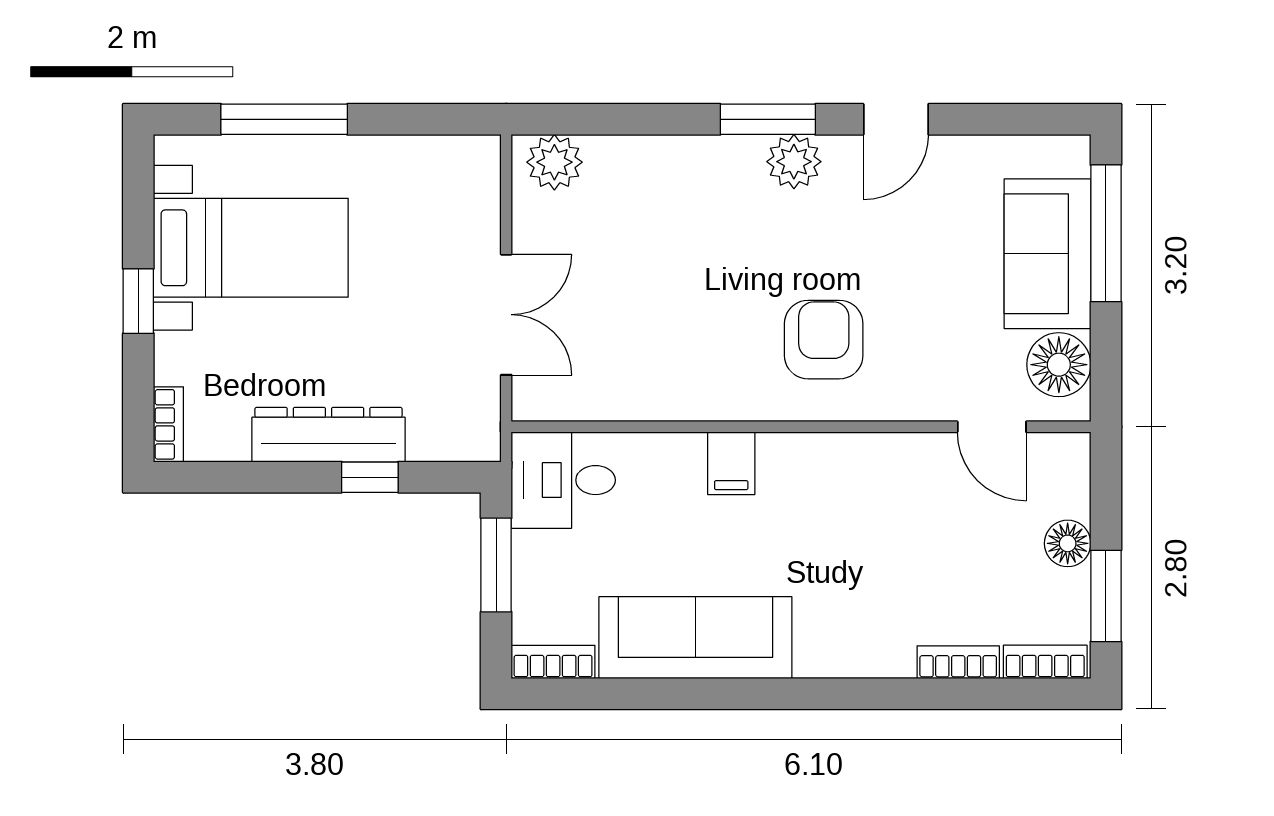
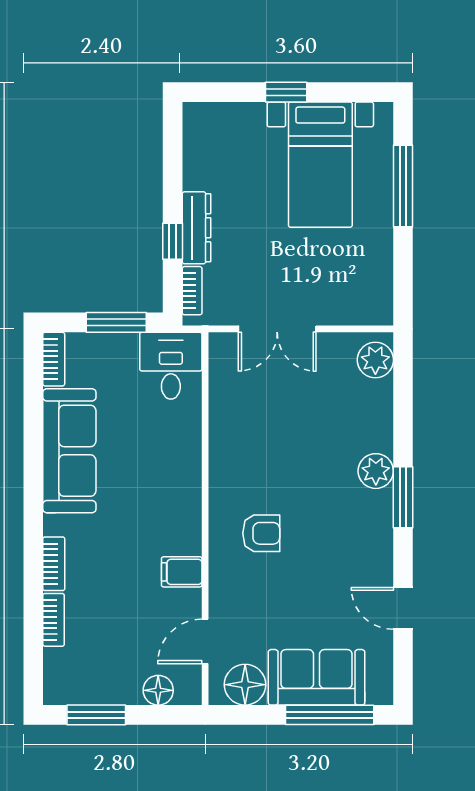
door: (896, 119) -> (403, 608), moved
plant: (794, 162) -> (376, 471), moved
armchair: (824, 340) -> (261, 533), width x0.72, depth x0.72
bookcase: (168, 424) -> (192, 291), moved, turned -90
dresser: (328, 435) -> (197, 228), width x0.73, depth x0.80
filing cabinet: (731, 463) -> (182, 572), moved
floor lamp: (1068, 543) -> (158, 690), moved
bookcase: (1045, 662) -> (54, 564), moved

